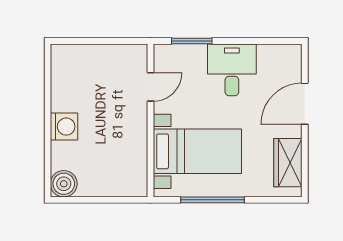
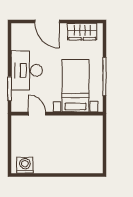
desk: (232, 70) -> (27, 70), width x1.37
washing machine: (64, 127) -> (25, 165), moved
boiler: (64, 184) -> (95, 165), removed

